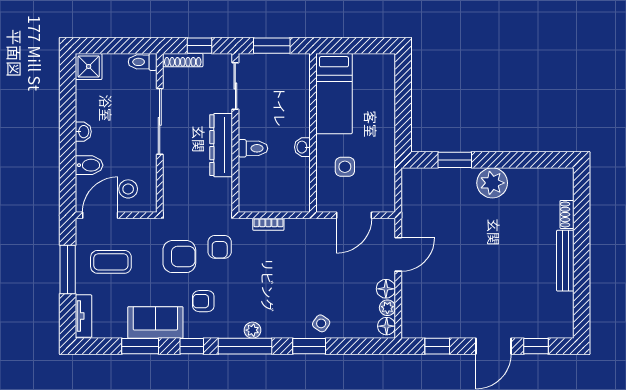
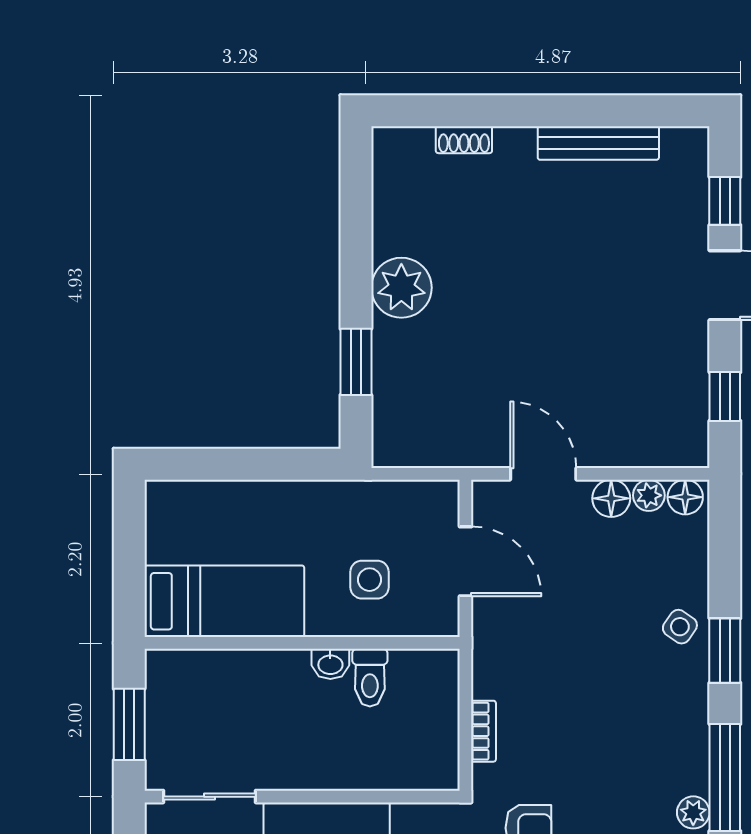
toilet: (253, 148) -> (370, 678), moved, turned 180
bench: (565, 261) -> (598, 143), moved
plant: (252, 330) -> (693, 812), moved

